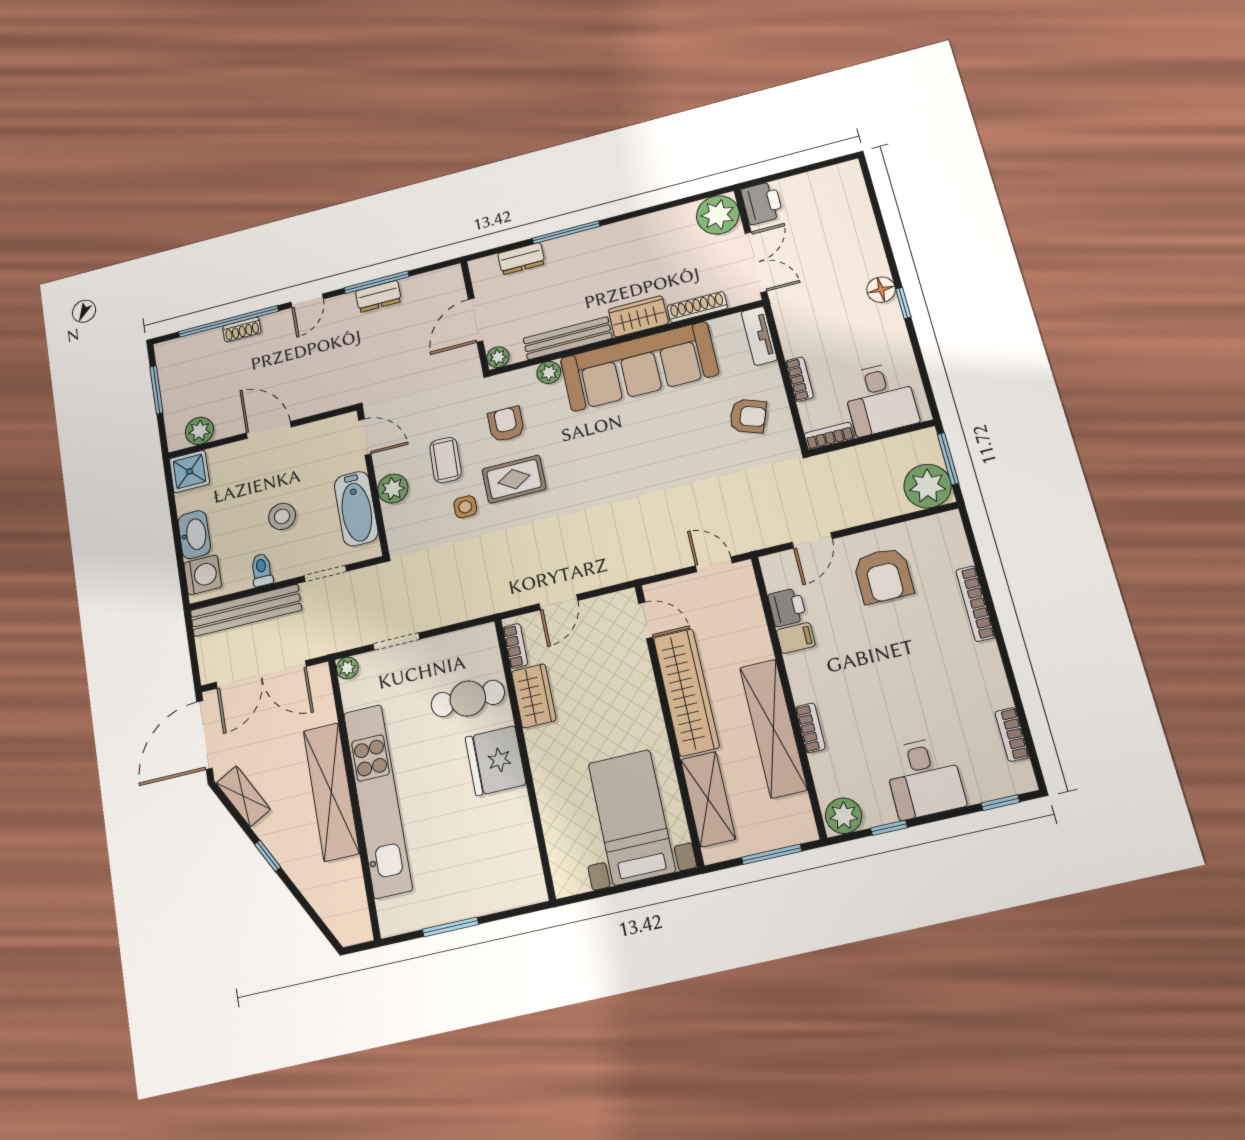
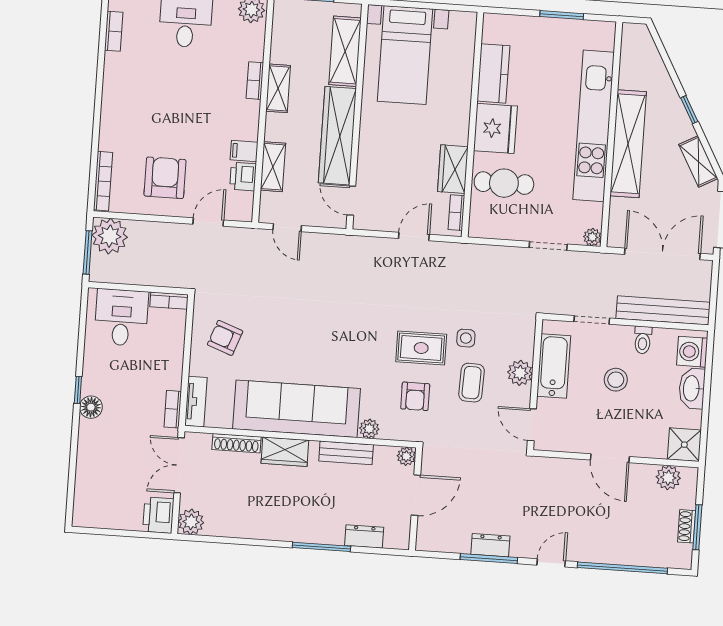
plant: (718, 215) -> (191, 522), width x0.73, depth x0.73
shoe rack: (242, 329) -> (687, 526), moved, turned -90
bench: (568, 338) -> (346, 453), width x0.73
bookcase: (799, 379) -> (173, 409), moved
bookcase: (975, 604) -> (103, 181), moved
shelving: (754, 630) -> (273, 167), added
shelving: (773, 728) -> (278, 88), width x0.45, depth x0.75
kitchen counter: (516, 828) -> (493, 73), added

